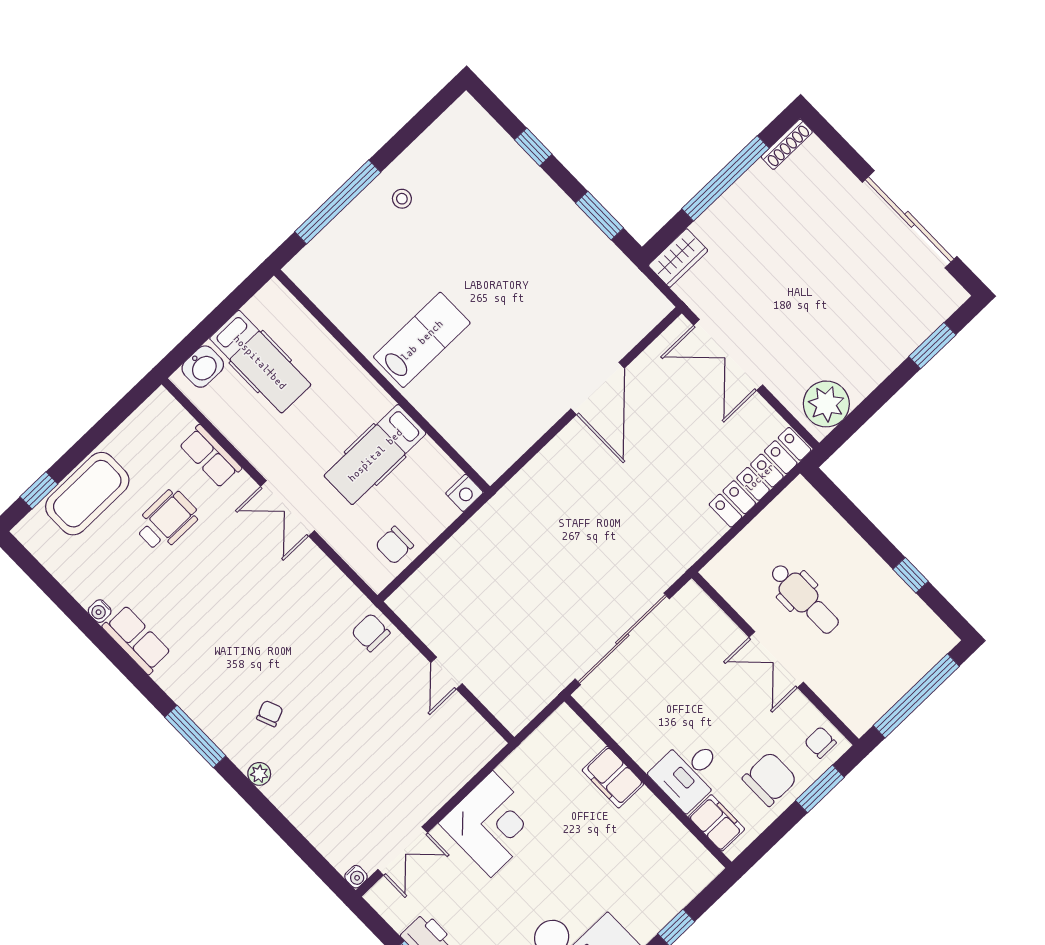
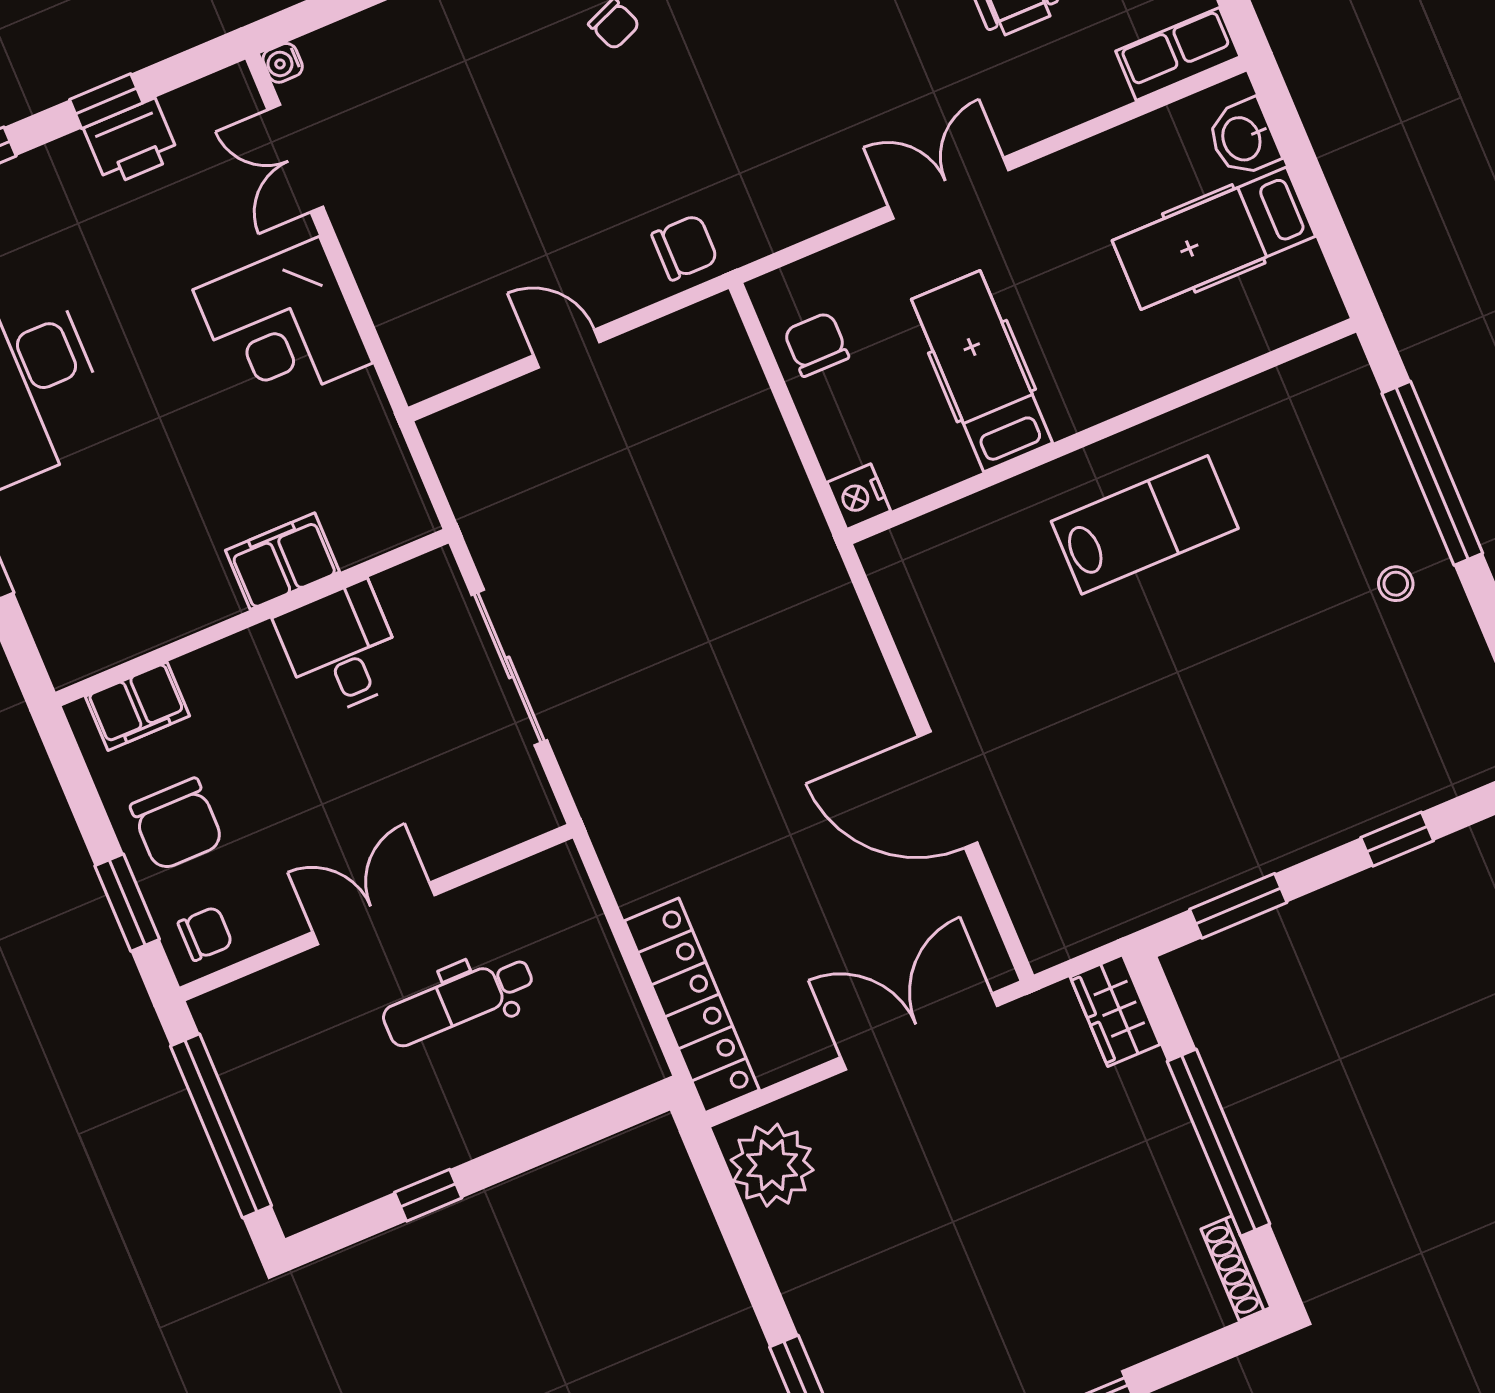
lab bench: (422, 340) -> (1145, 525), turned -90
row of seats: (210, 456) -> (1178, 54), moved
sliding door: (622, 639) -> (509, 667), width x0.73
desk: (689, 773) -> (341, 649), moved

